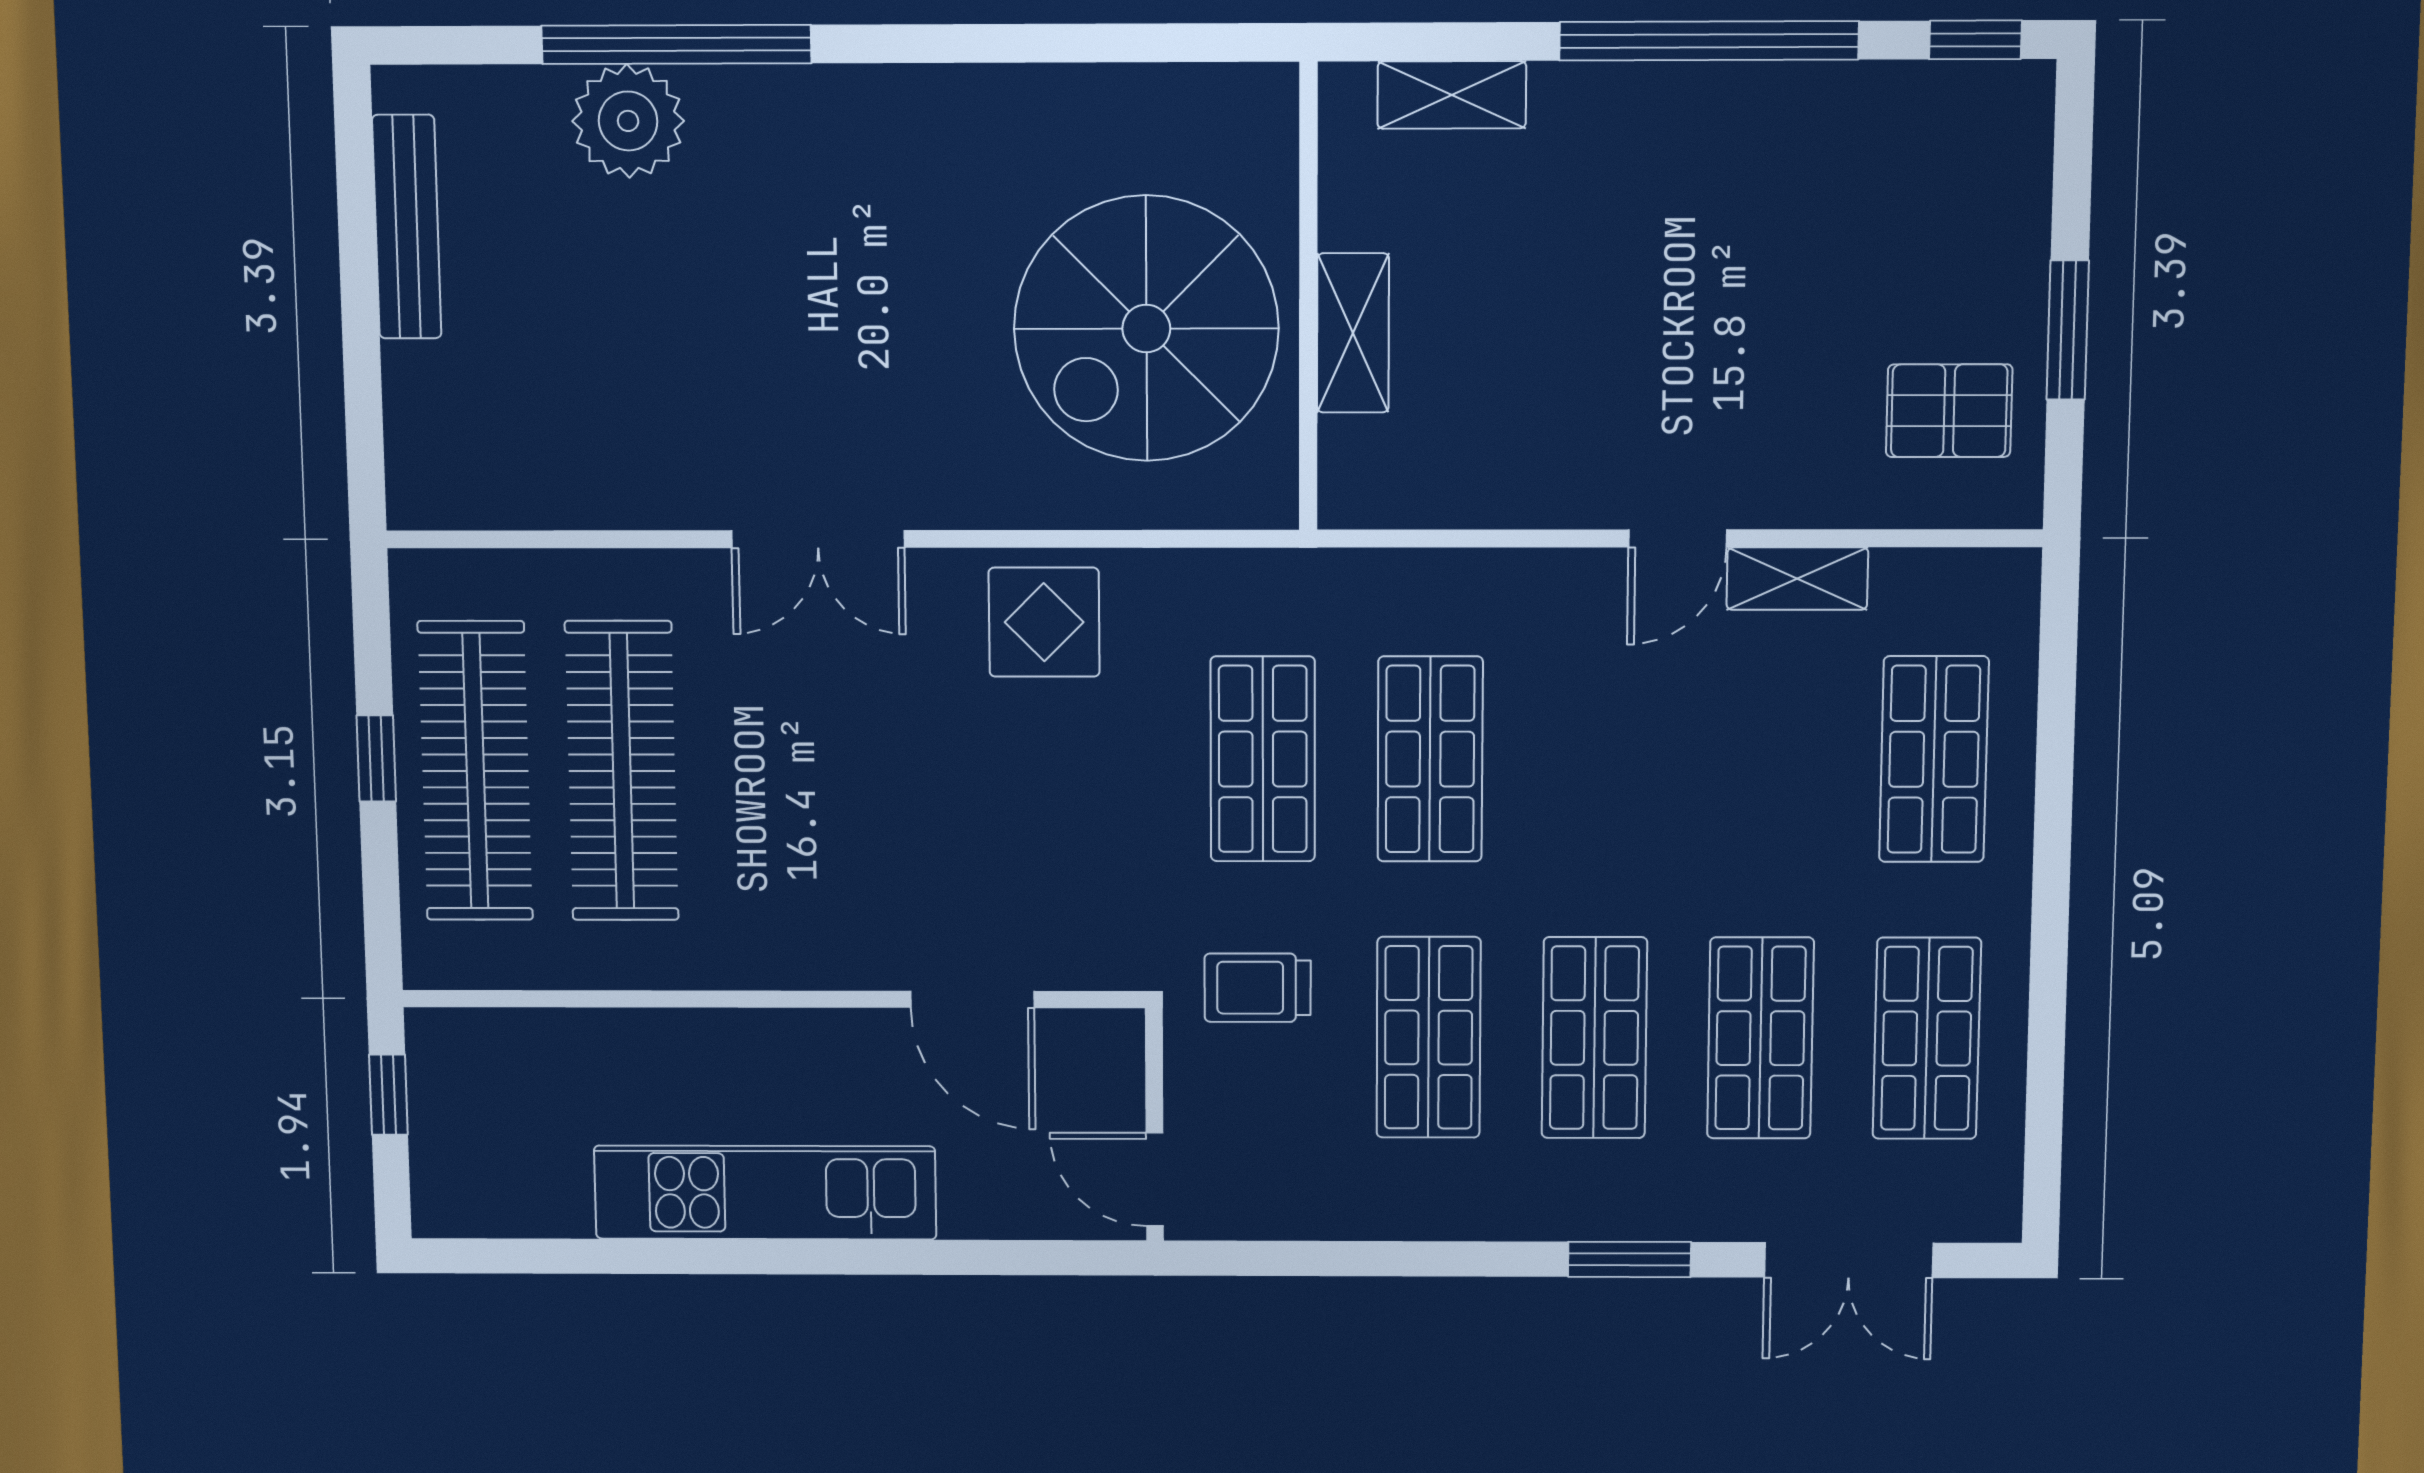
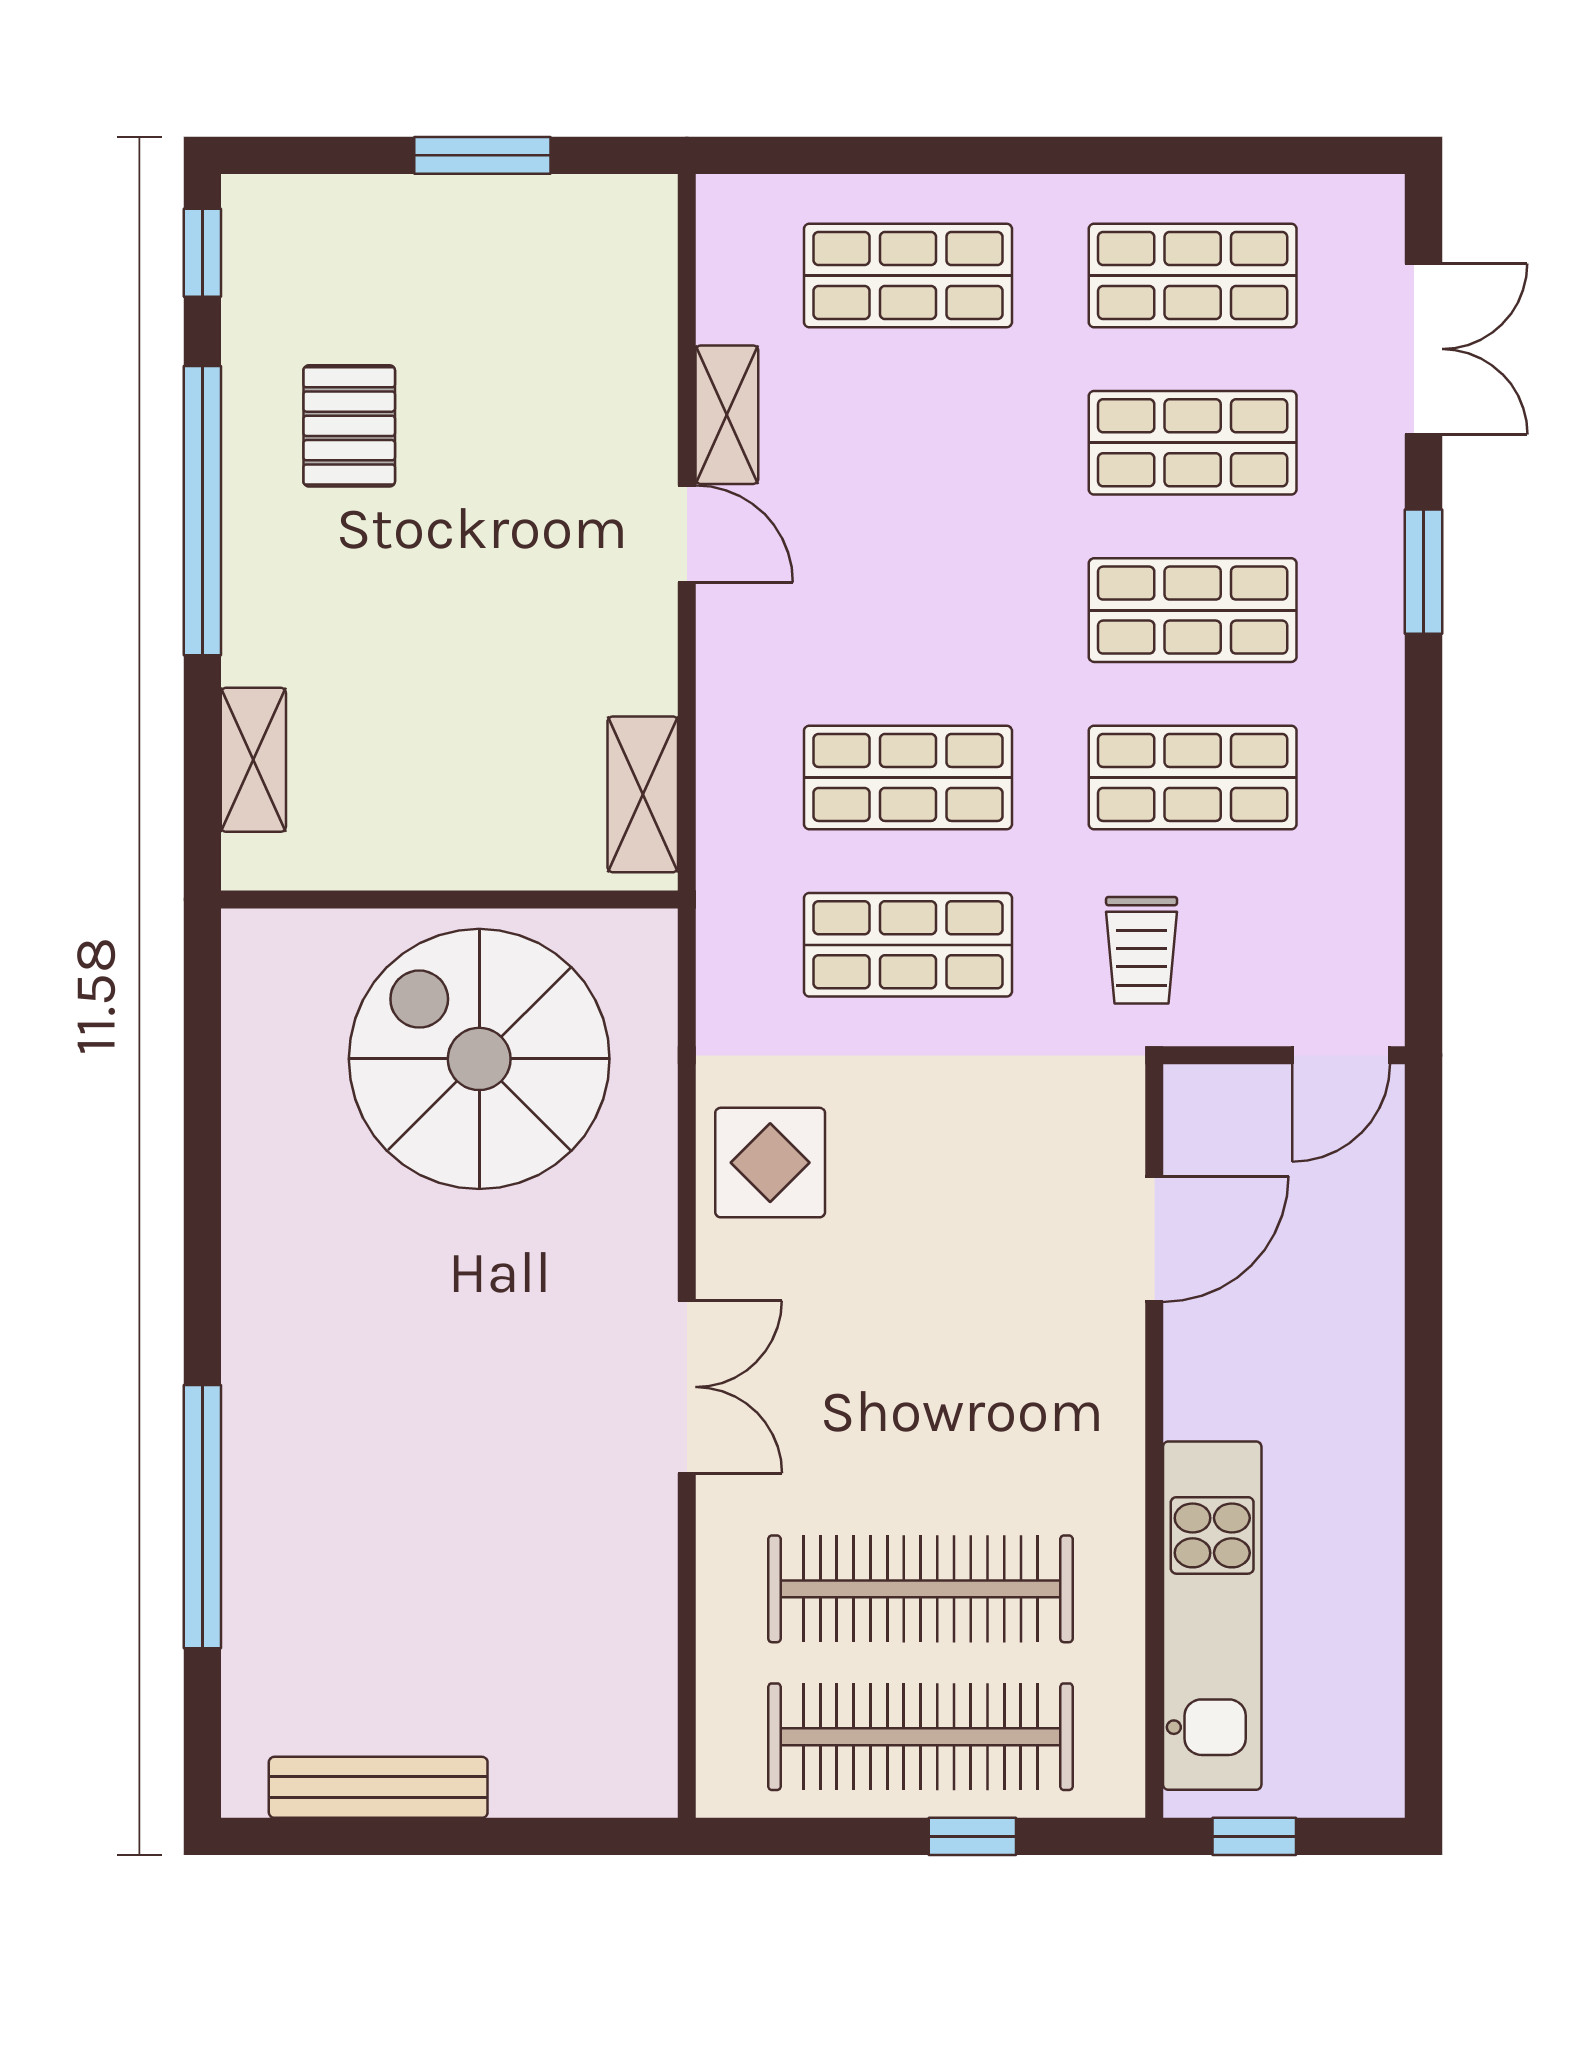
plant: (628, 121) -> (276, 1566), removed
spiral stairs: (1146, 329) -> (479, 1059), turned 180
shelving: (1353, 333) -> (643, 794), moved, turned 90
pallet: (1949, 411) -> (349, 426), moved
window: (376, 758) -> (972, 1836), moved
kitchen unit: (765, 1193) -> (1212, 1616), moved, turned 180

